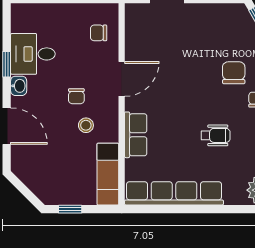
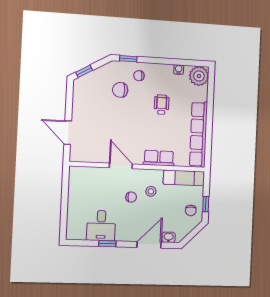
chair: (99, 33) -> (191, 210), moved
washbasin: (19, 86) -> (169, 237), moved

